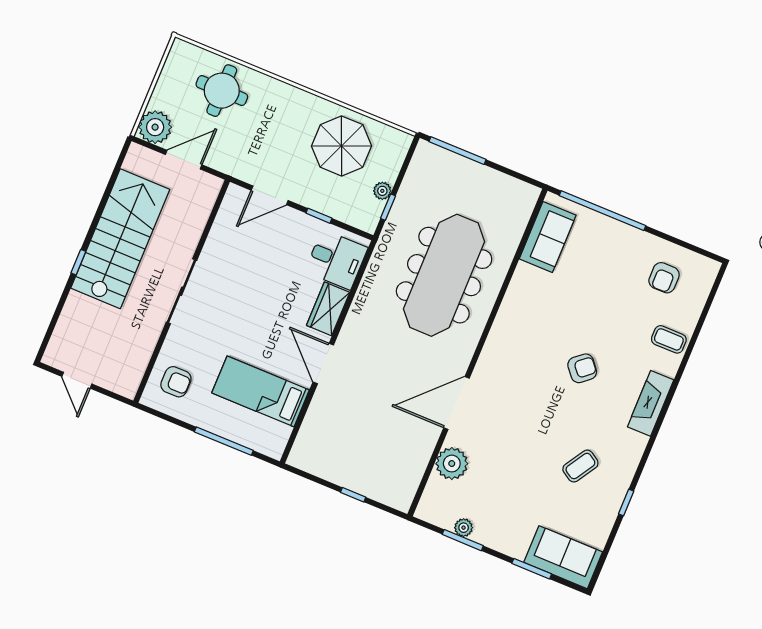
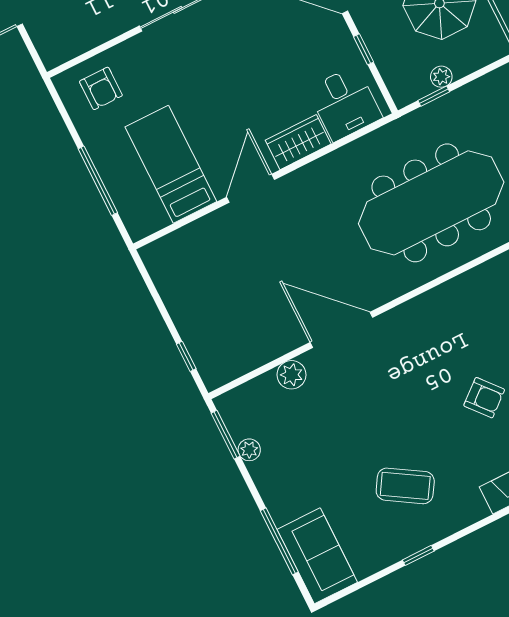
plant: (452, 464) -> (291, 375), width x0.73, depth x0.73
coffee table: (580, 466) -> (405, 486), width x1.36, depth x1.30
window: (353, 495) -> (186, 356), moved
window: (463, 540) -> (226, 435), moved
window: (532, 569) -> (279, 541), width x1.44

